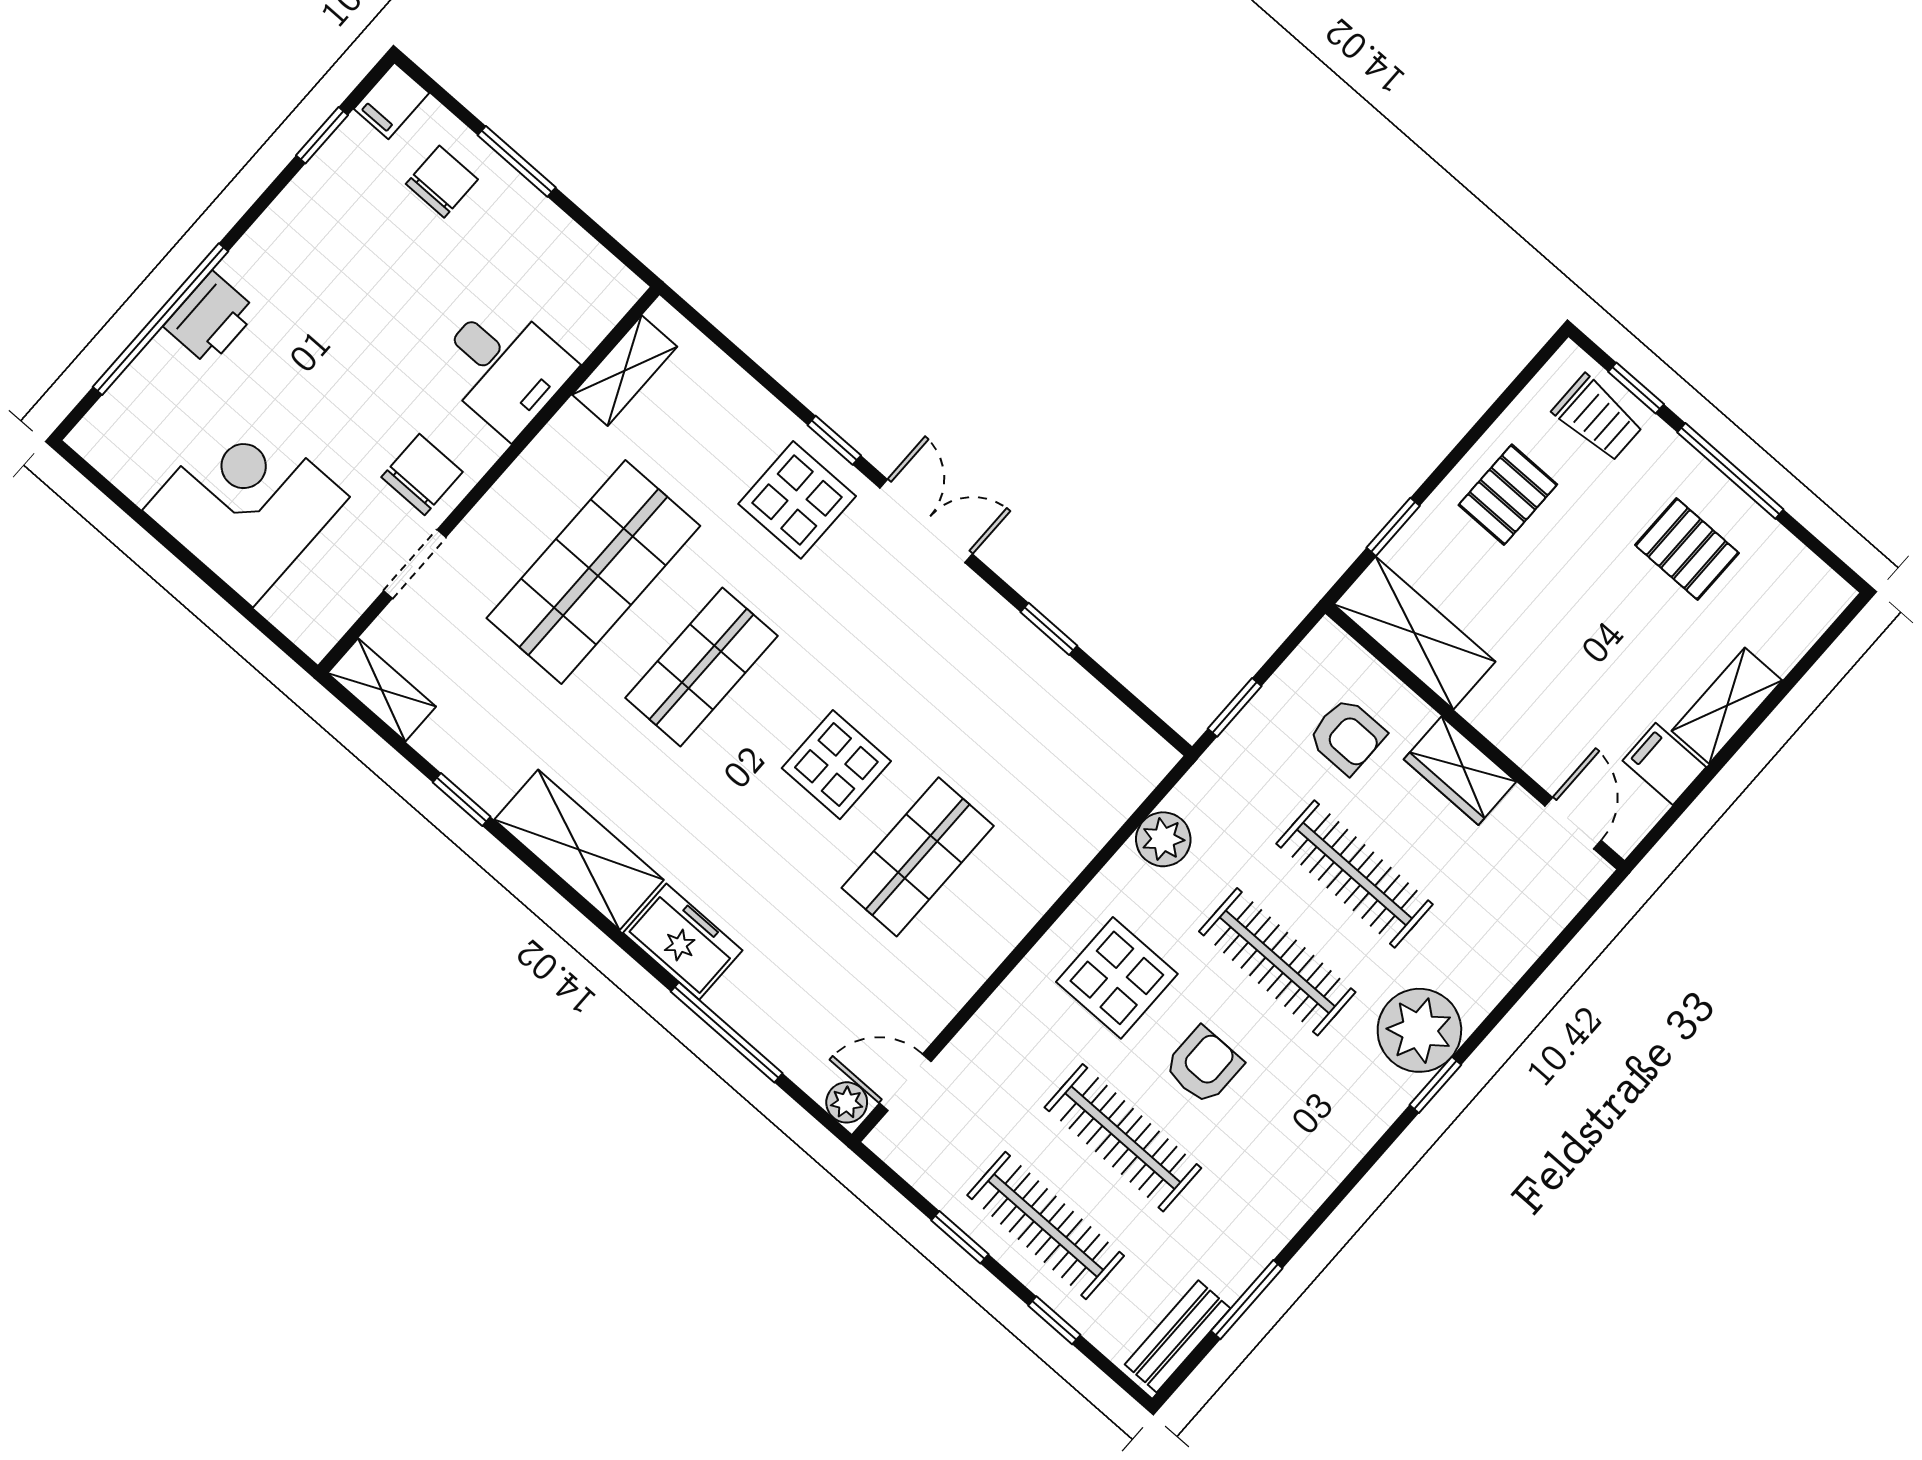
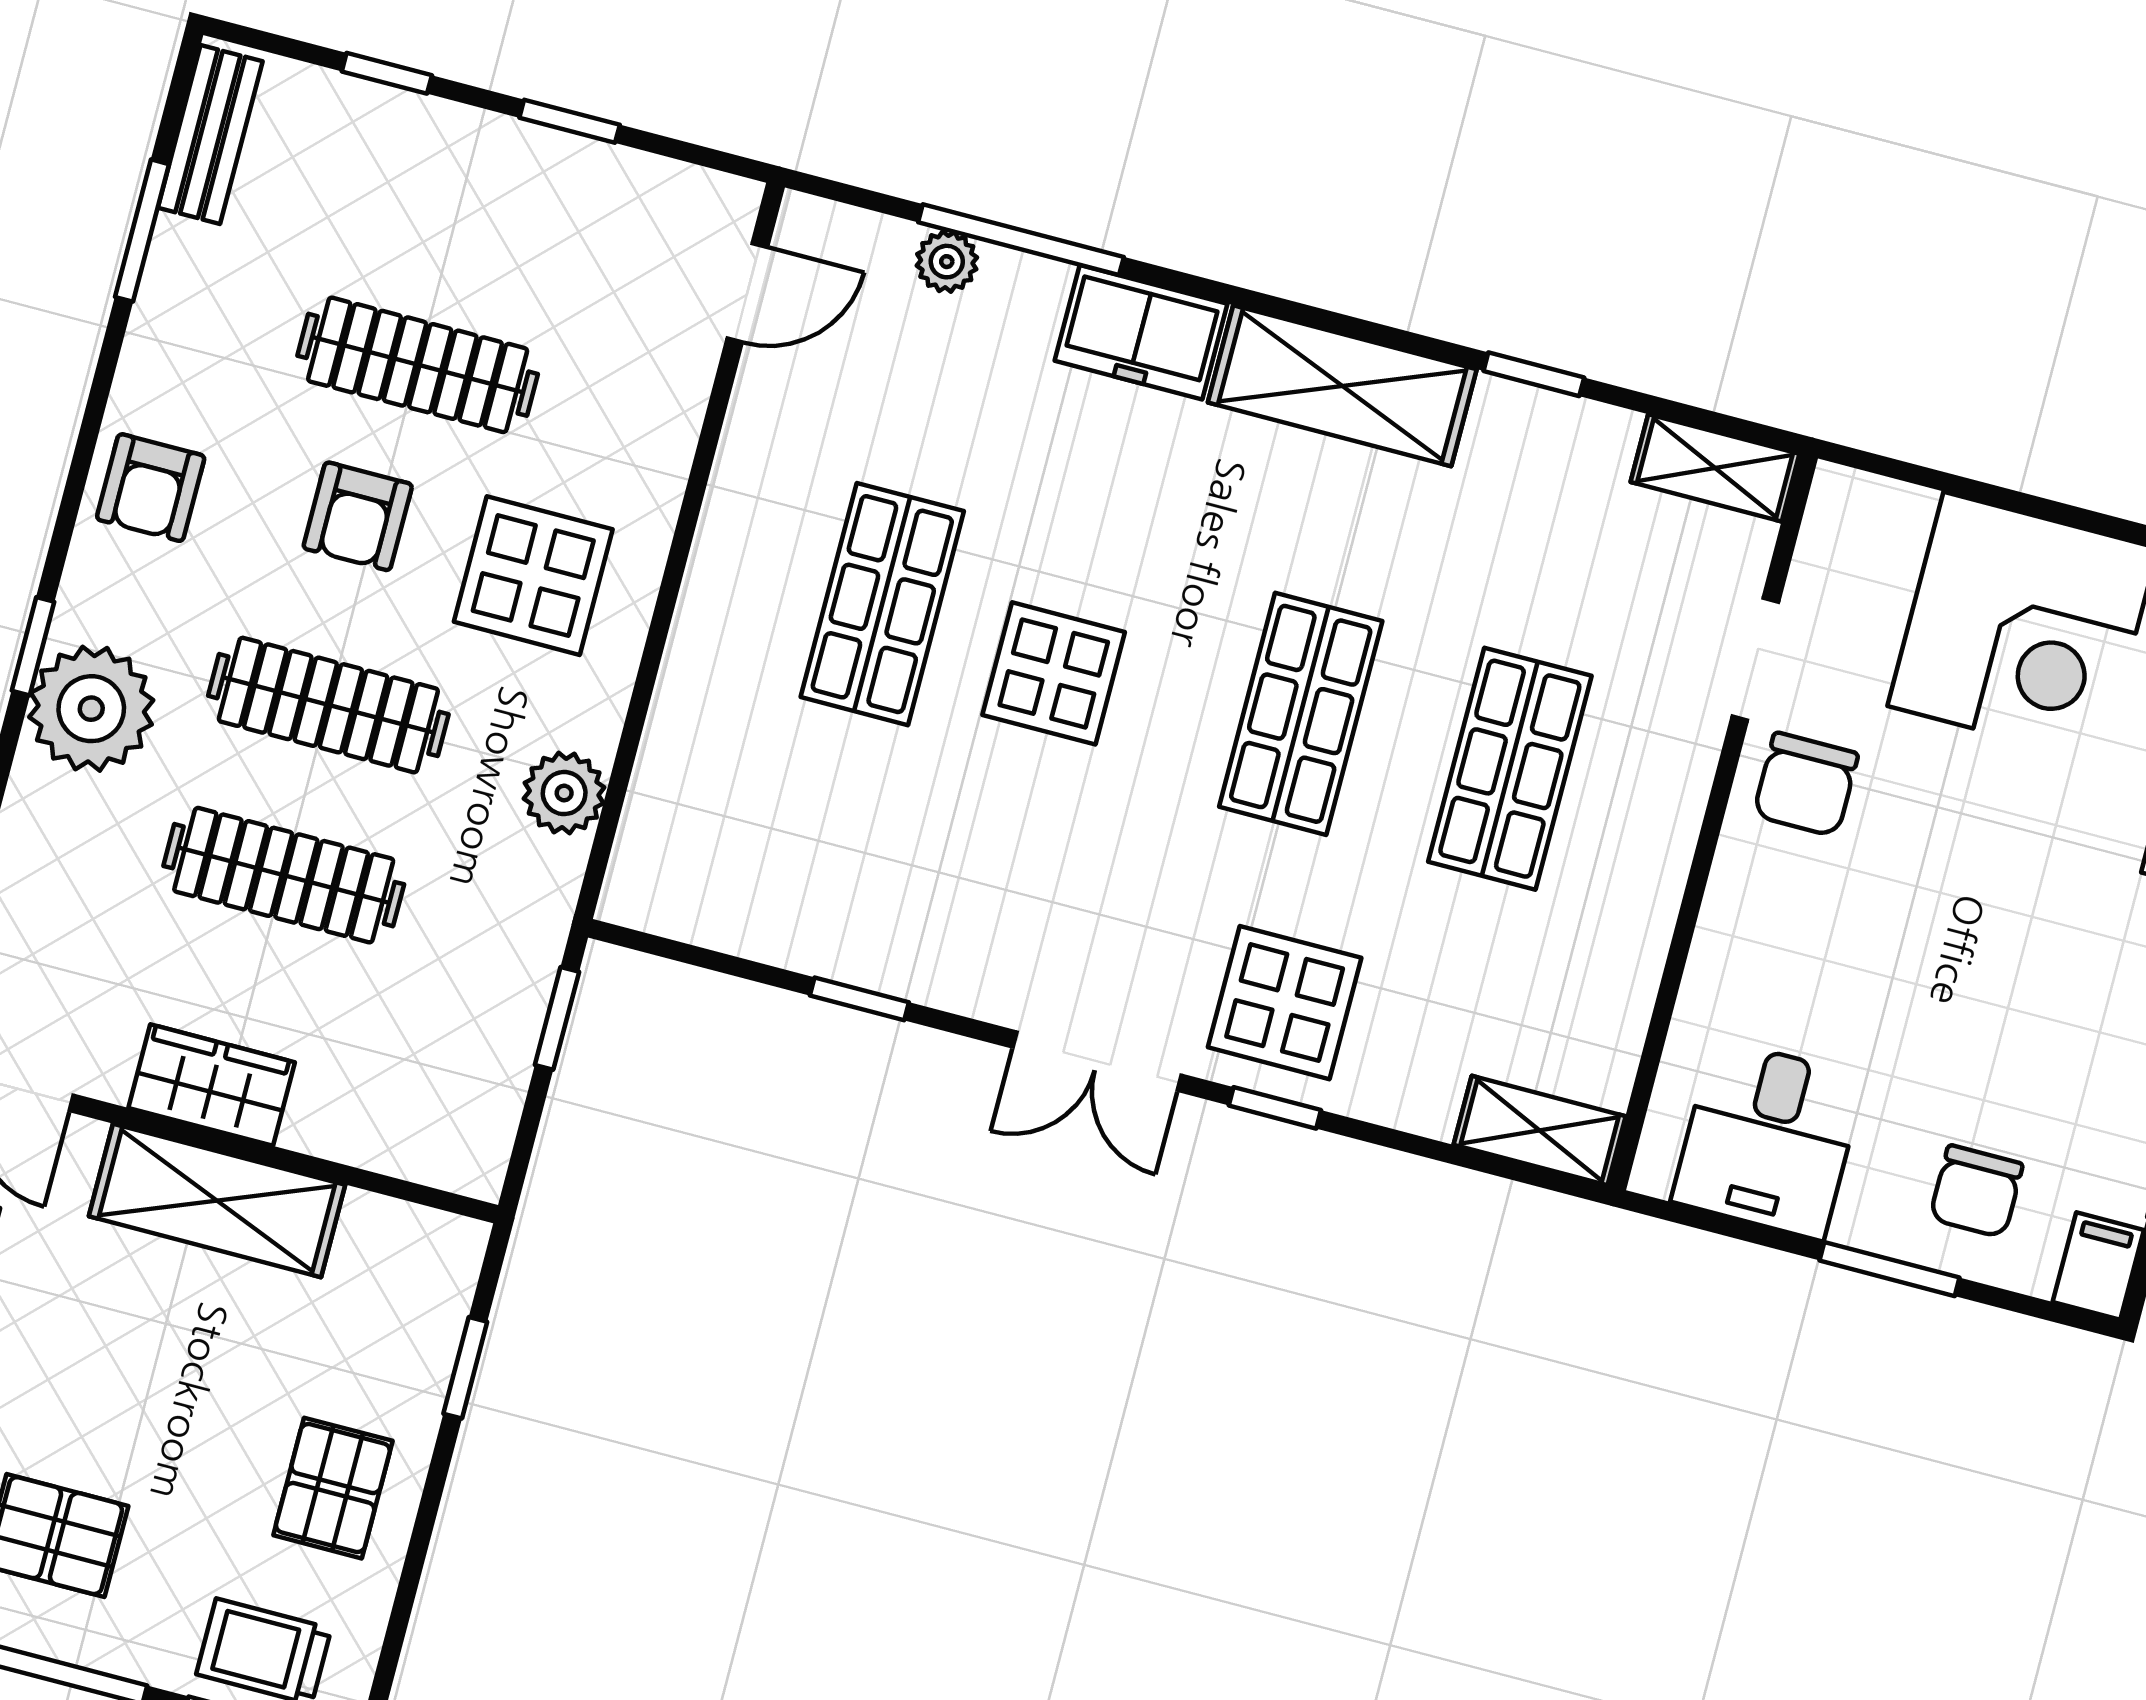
desk: (504, 367) -> (1768, 1139), moved, turned -90
shelving: (625, 371) -> (1540, 1130), moved, turned 90
shop shelf: (593, 572) -> (1510, 769), width x0.70, depth x0.74
shelving: (1415, 633) -> (217, 1200), moved
armchair: (1347, 736) -> (151, 488), moved, turned -90
plant: (847, 1102) -> (947, 262), moved
clothes rail: (1046, 1226) -> (462, 195), removed

